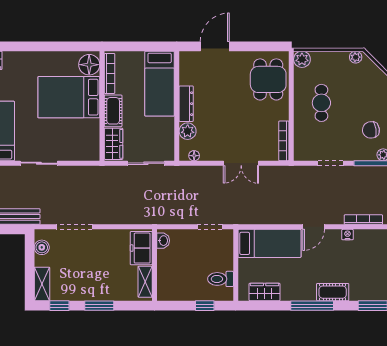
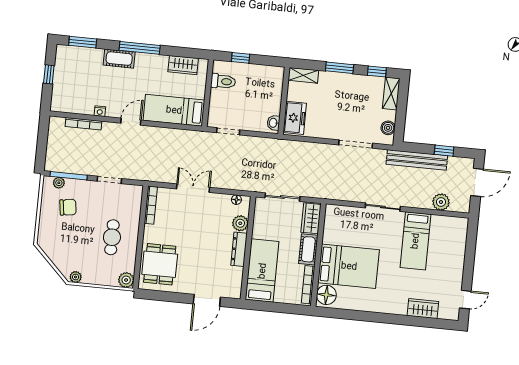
shelving: (145, 282) -> (303, 75), moved, turned 90

